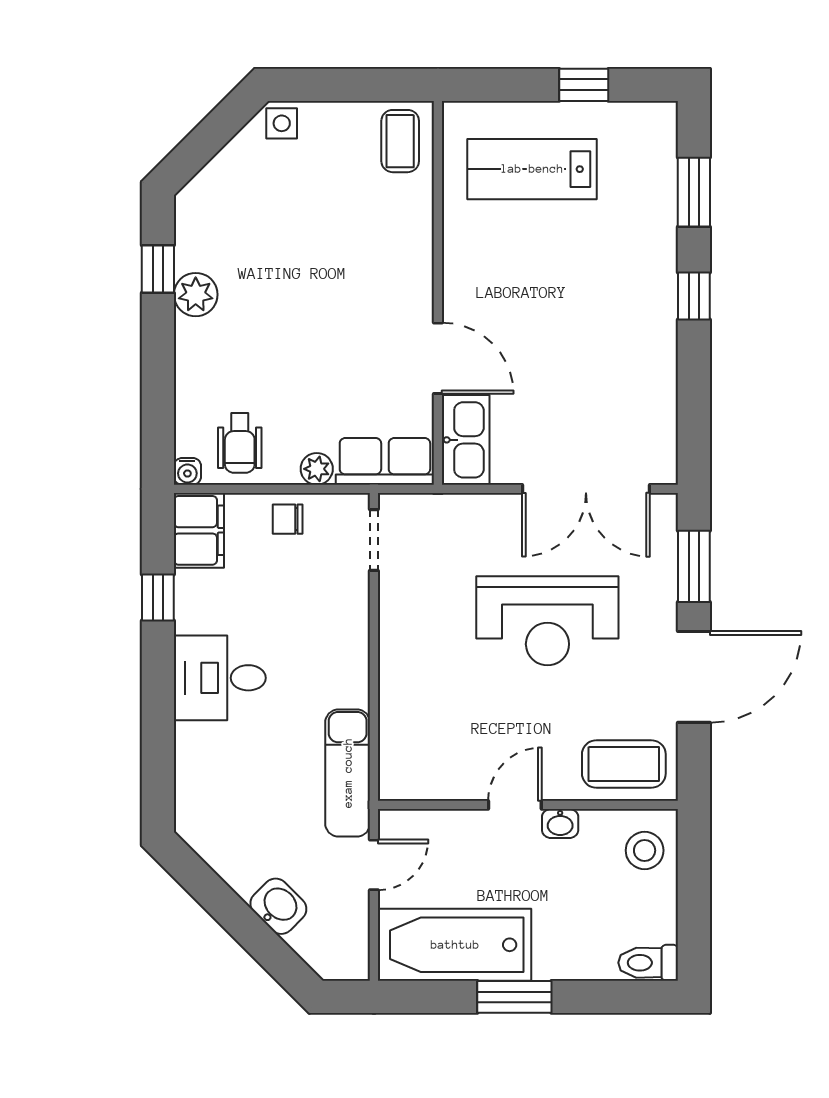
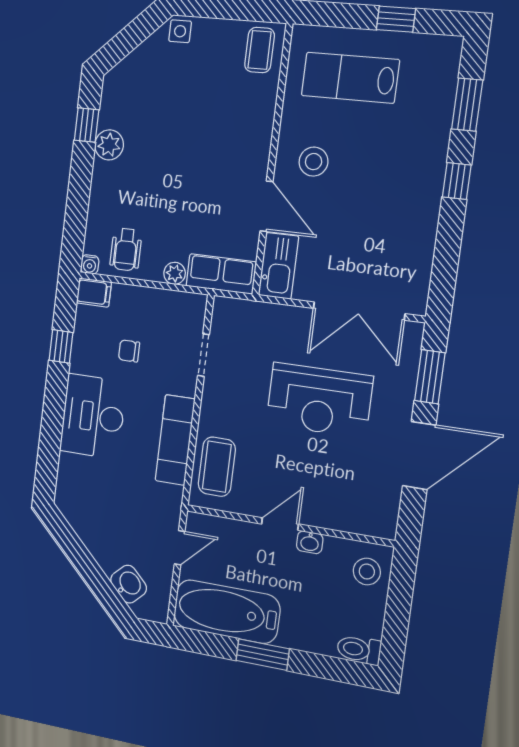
stool: (496, 289) -> (314, 162), added
chair: (288, 519) -> (129, 351), moved
filing cabinet: (199, 530) -> (94, 292), width x0.50
doorway: (374, 540) -> (203, 355), moved
desk: (220, 678) -> (93, 416), width x1.37
coffee table: (624, 764) -> (217, 467), moved, turned 90
exam couch: (348, 773) -> (175, 440), moved
washbasin: (278, 906) -> (129, 584), moved

